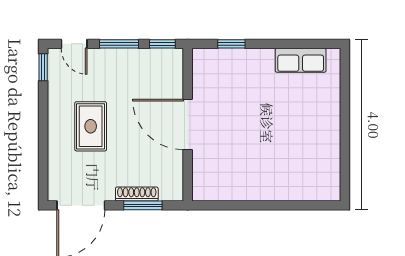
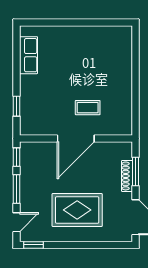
rug: (91, 126) -> (77, 210), width x1.36, depth x1.43
coffee table: (230, 141) -> (88, 108), added

